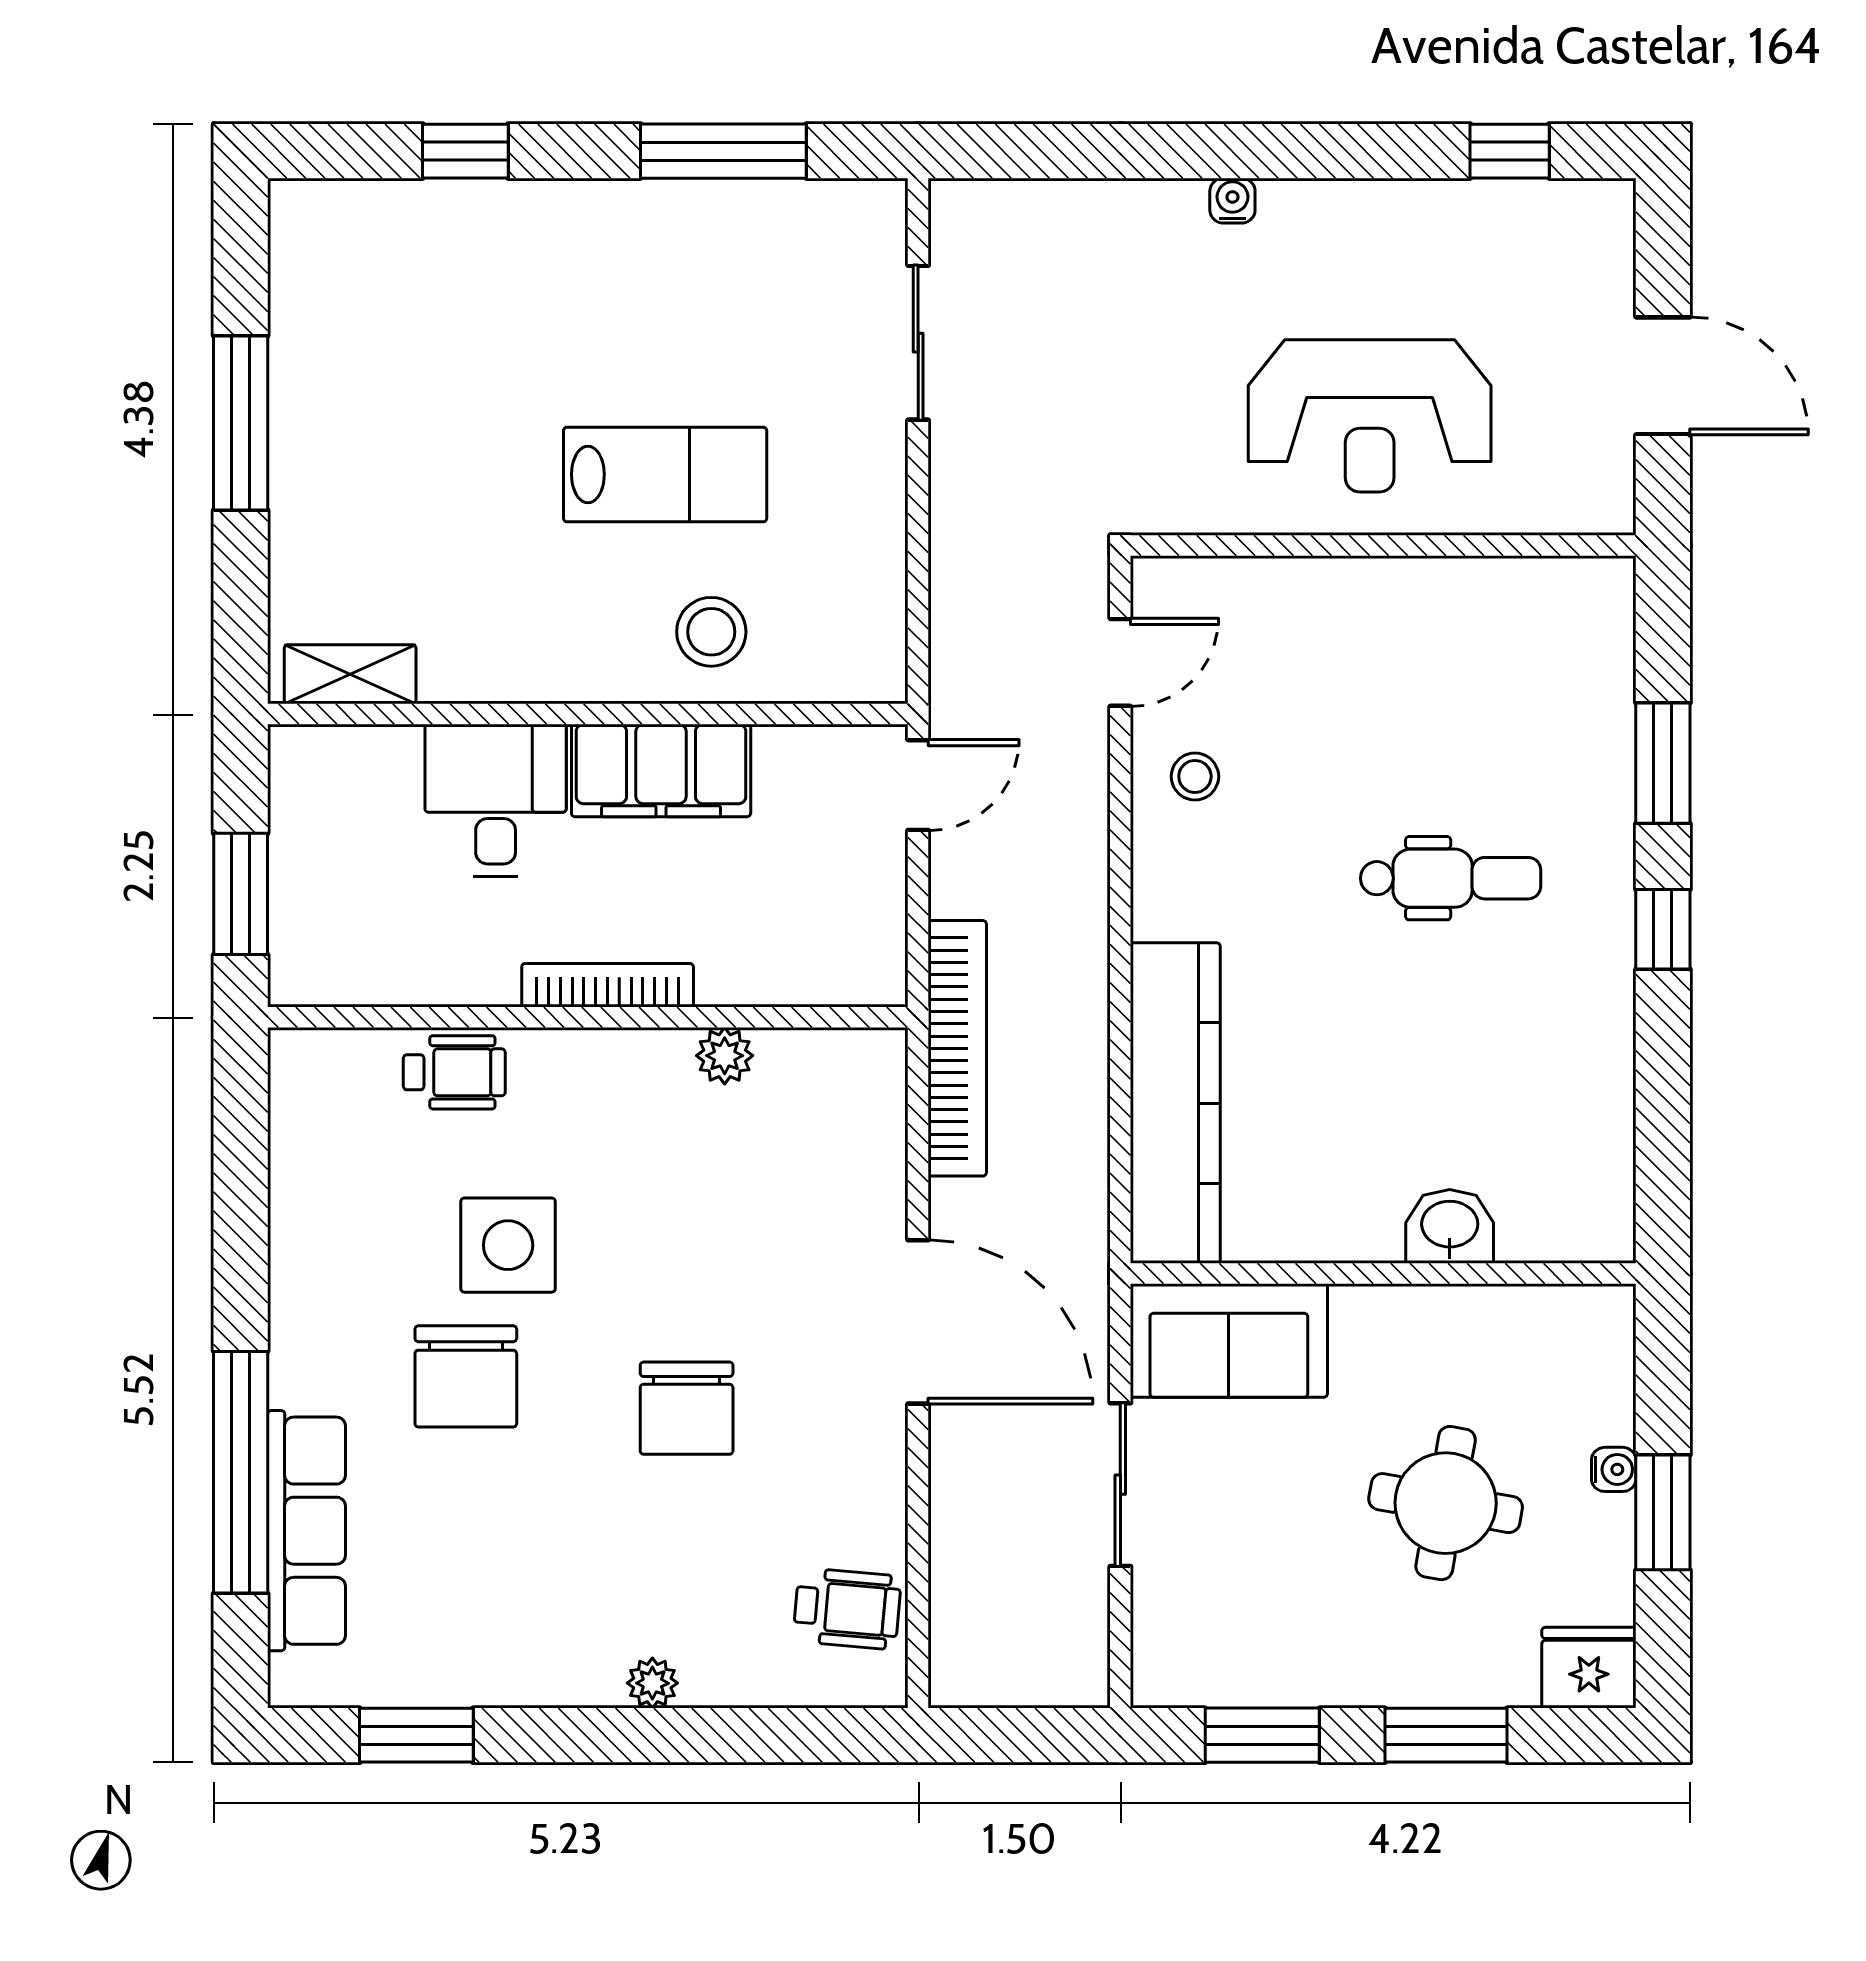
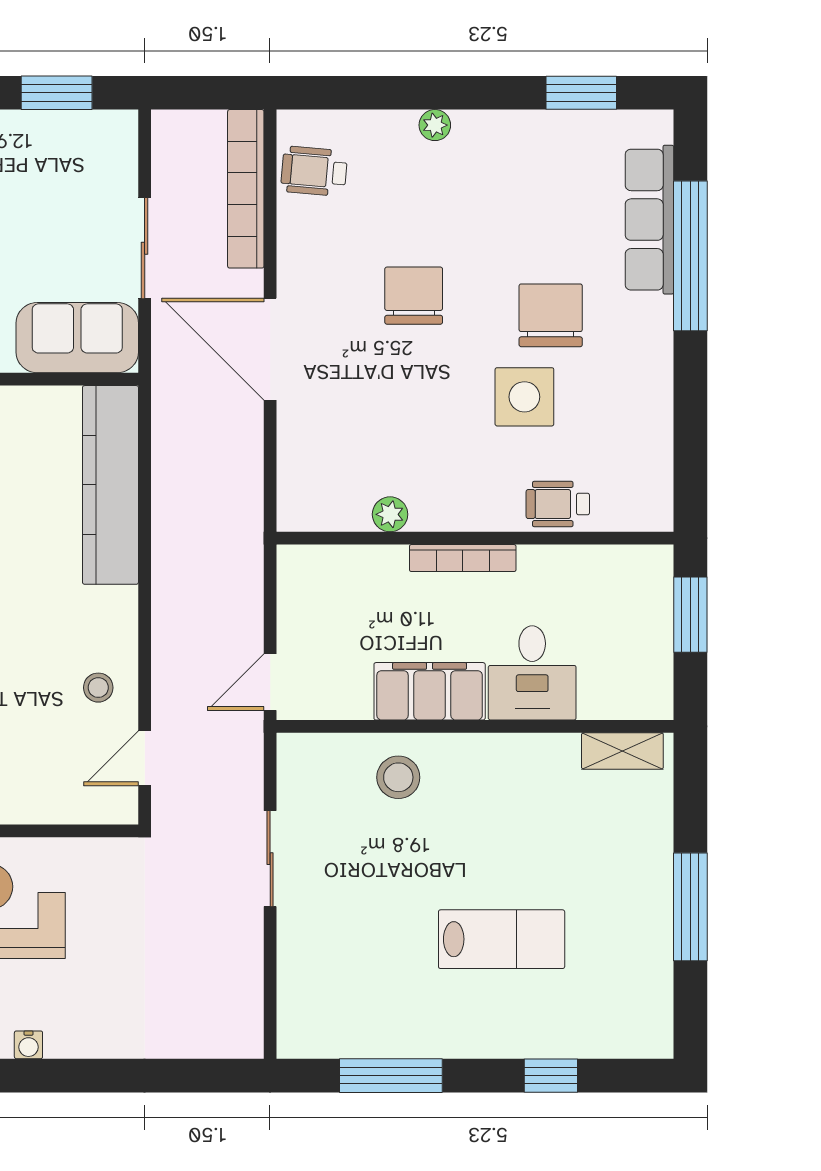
water cooler: (1232, 201) -> (28, 1045), moved
sliding door: (918, 343) -> (270, 859), moved
lab bench: (665, 474) -> (502, 939), moved, turned 180
bookcase: (957, 1048) -> (246, 189), moved

